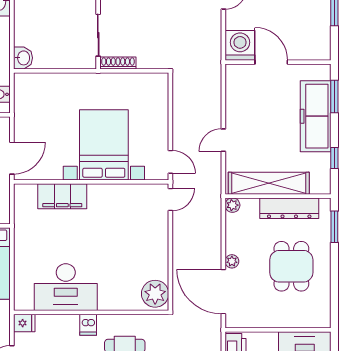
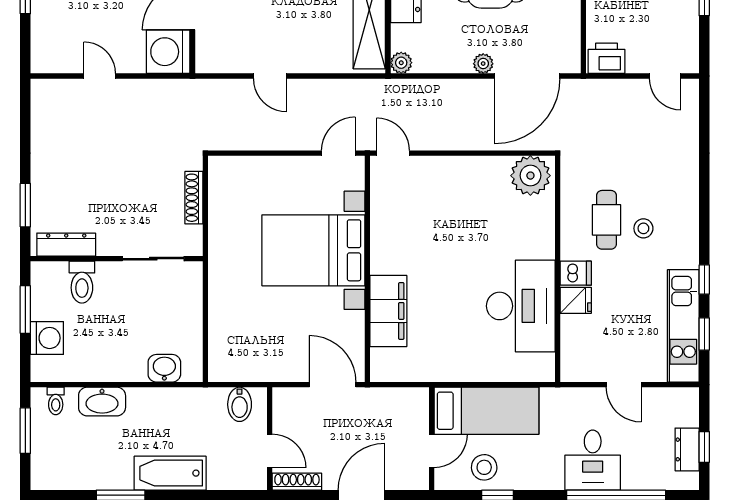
washbasin: (23, 58) -> (164, 368), moved
shoe rack: (118, 63) -> (194, 198), moved
door: (223, 140) -> (270, 76), moved
fridge: (24, 323) -> (576, 300), moved, turned 90

